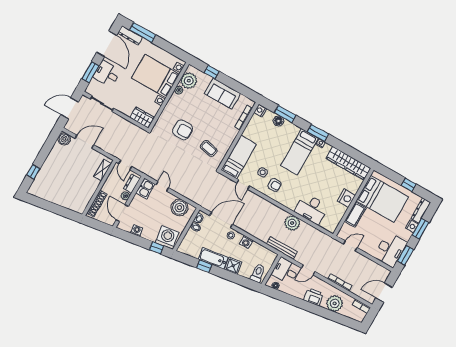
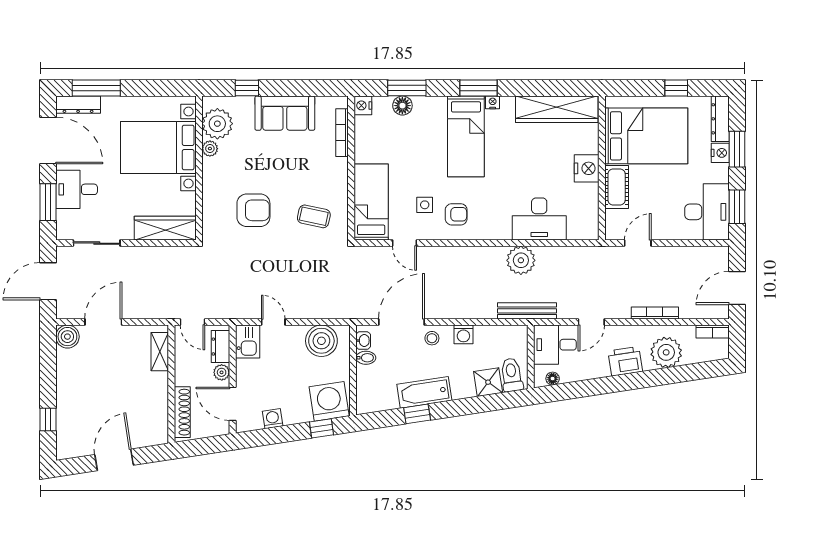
wardrobe: (142, 118) -> (165, 228), width x1.50
door: (53, 208) -> (114, 460), added
shower: (233, 266) -> (488, 382), moved

